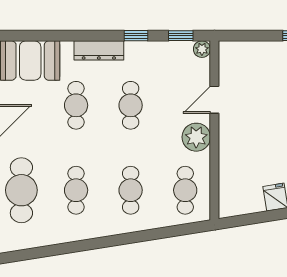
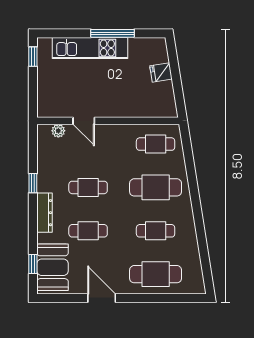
window: (181, 36) -> (33, 264), moved
plant: (202, 49) -> (58, 131), moved
plant: (196, 137) -> (113, 135), removed
cafe table: (131, 190) -> (156, 187), width x1.37, depth x1.35

